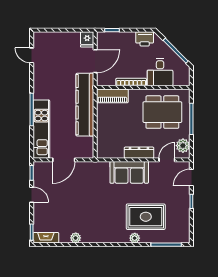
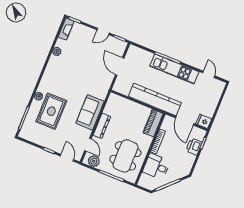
printer: (145, 39) -> (194, 147), moved
door: (32, 55) -> (209, 74), hinge flipped
kitchen unit: (41, 129) -> (174, 69), moved

